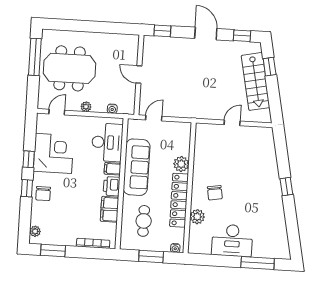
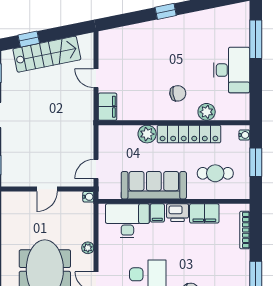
water cooler: (112, 109) -> (88, 197), moved
door: (154, 118) -> (96, 169), hinge flipped
filing cabinet: (207, 131) -> (108, 107), added

